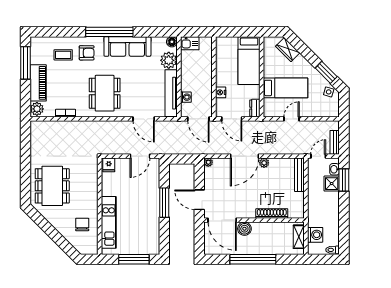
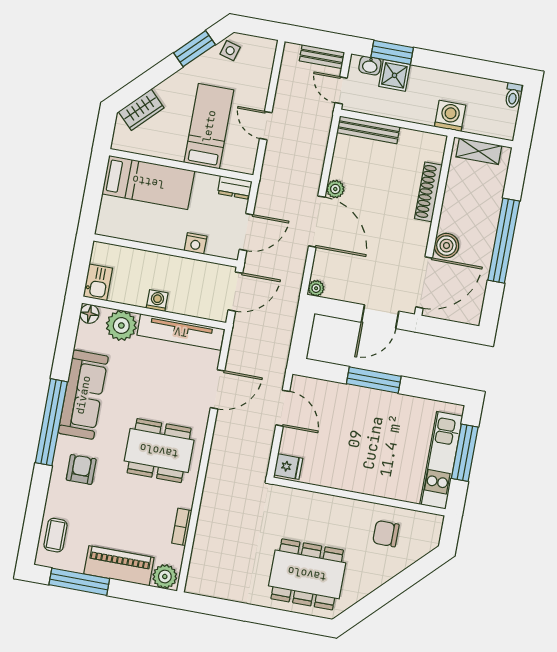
coffee table: (63, 55) -> (55, 535), moved
washing machine: (186, 97) -> (157, 301), moved
kitchen unit: (109, 222) -> (441, 460), moved, turned -90
washing machine: (315, 235) -> (450, 116), moved

